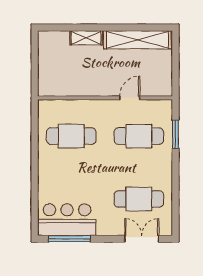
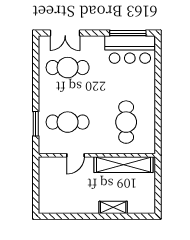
shelving: (137, 40) -> (124, 165), moved
cafe table: (71, 136) -> (126, 122), turned 90

